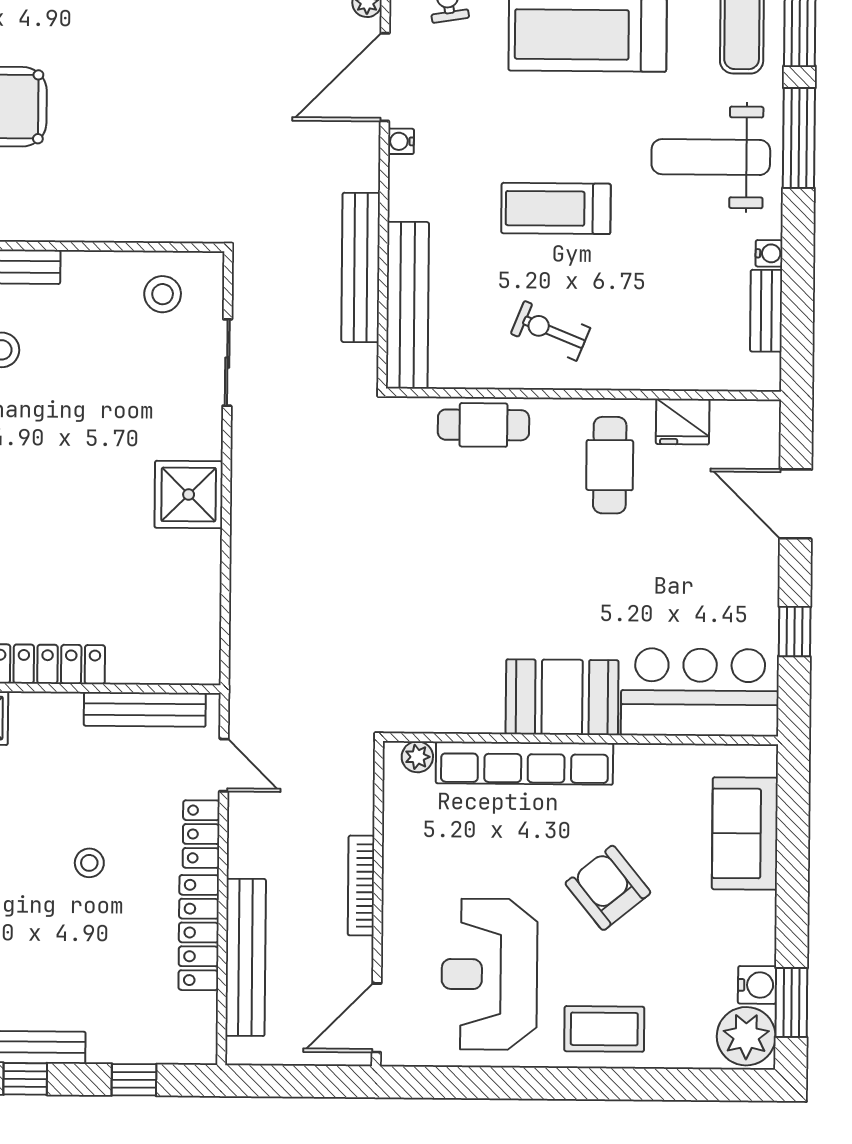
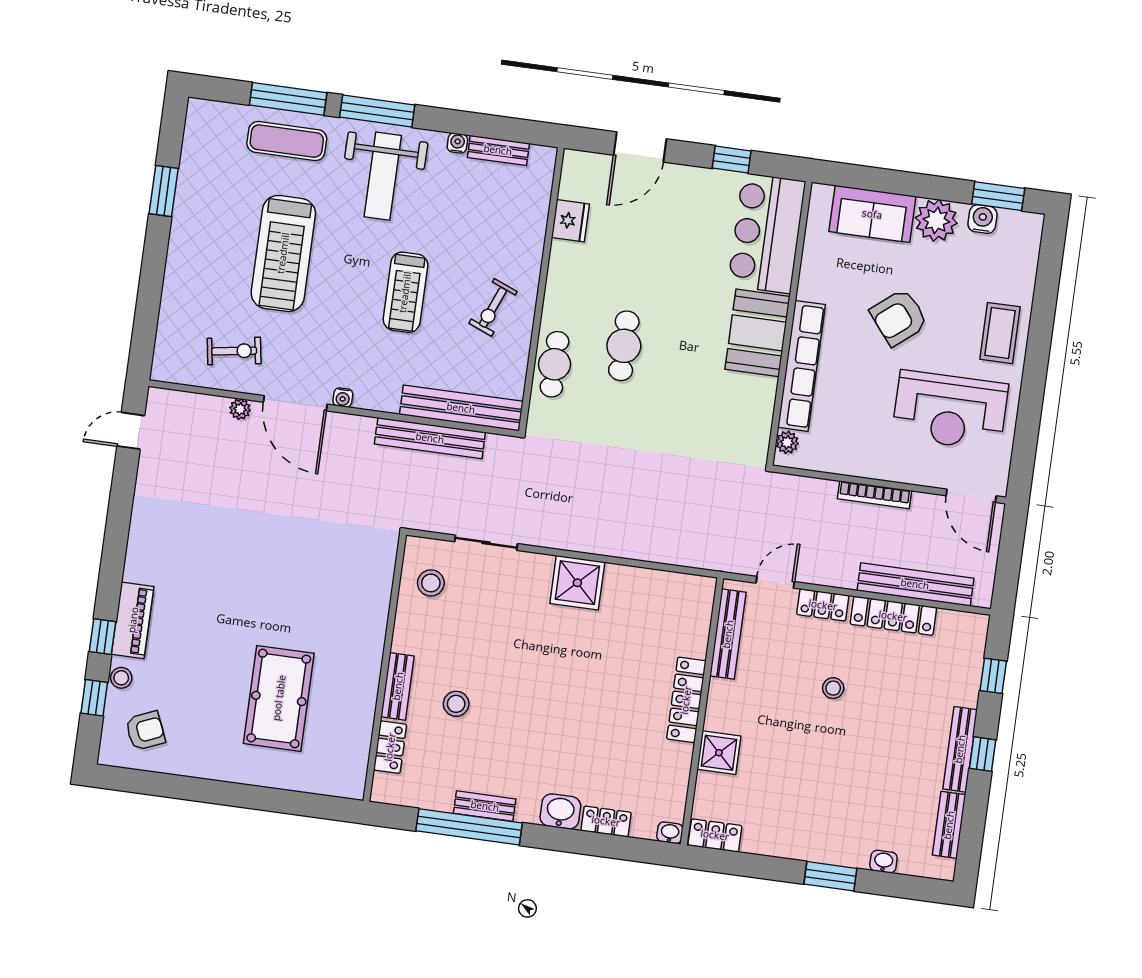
cafe table: (610, 465) -> (624, 346), moved, turned 90
plant: (746, 1036) -> (936, 220), moved

